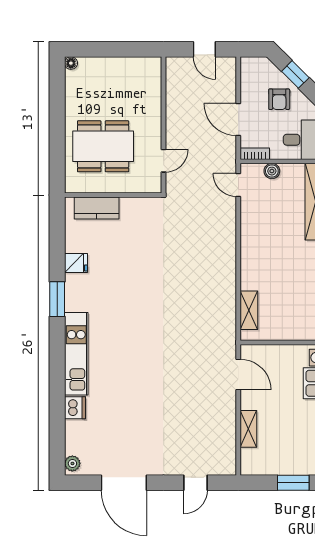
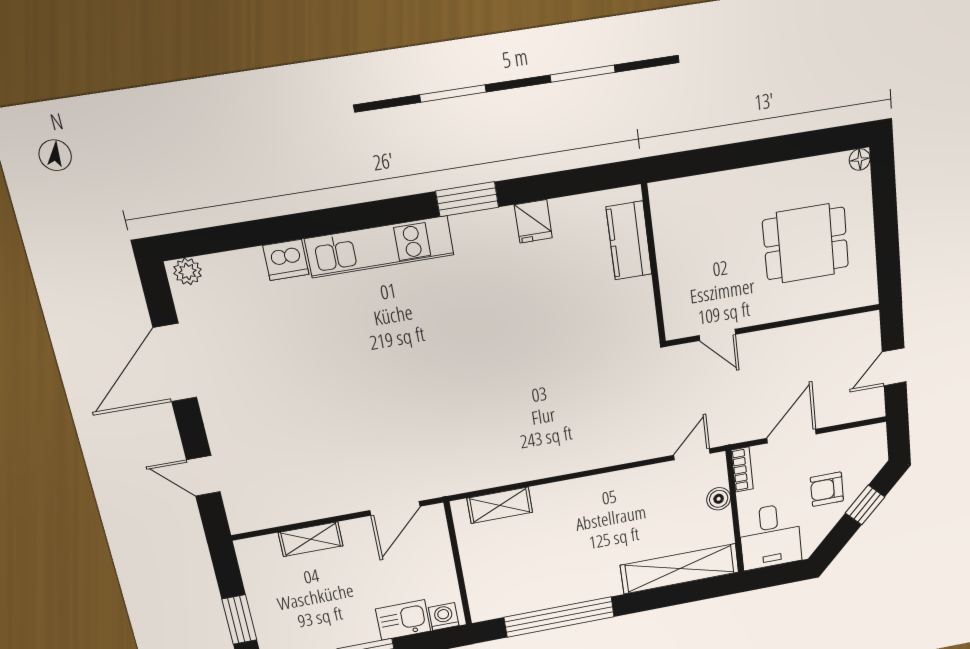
dining table: (103, 146) -> (806, 243), moved, width x0.73

